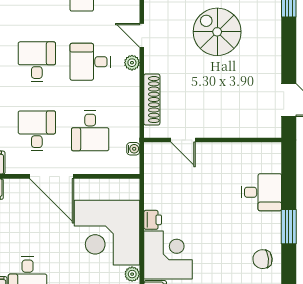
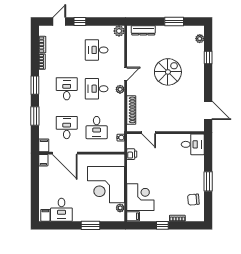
spiral stairs: (217, 32) -> (168, 72), turned 90
door: (142, 35) -> (126, 74), swing flipped
door: (52, 176) -> (65, 153), moved
desk: (261, 192) -> (193, 144), moved
printer: (153, 220) -> (132, 154), moved

